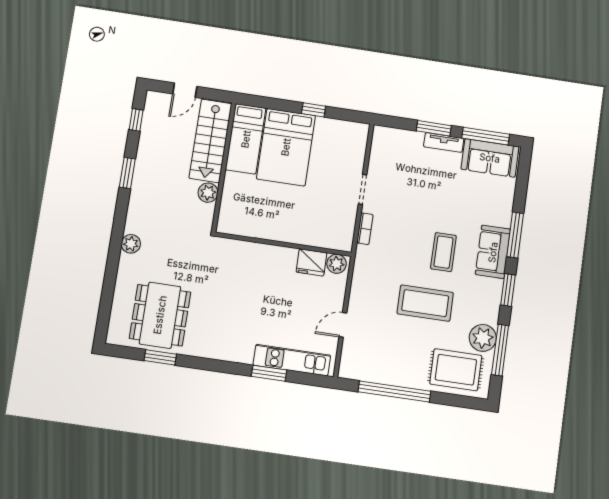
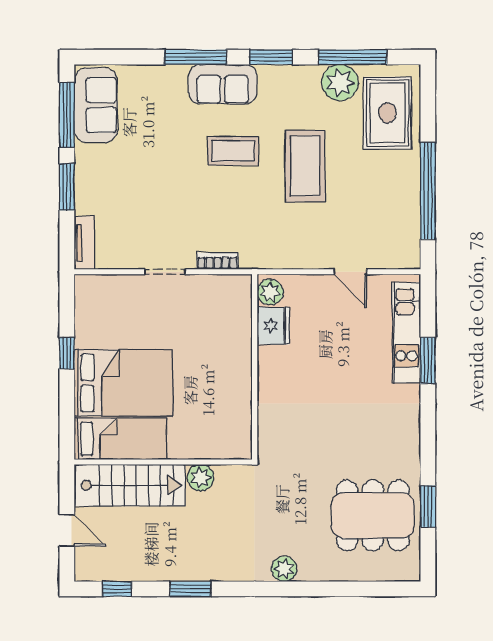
tv unit: (444, 142) -> (84, 243), moved

